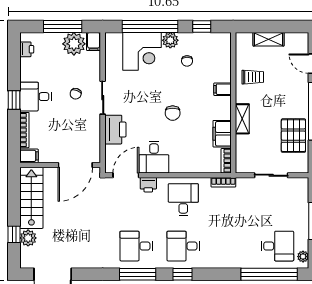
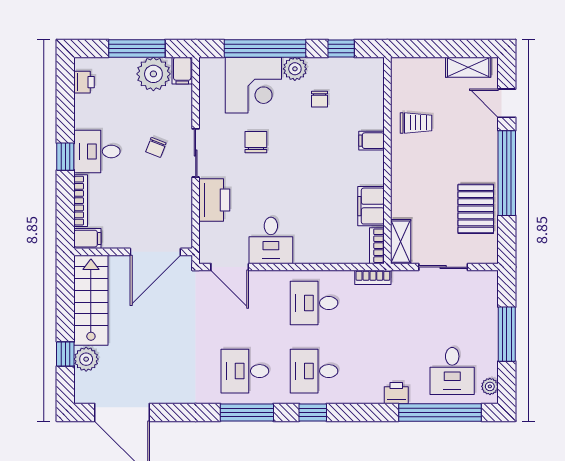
shelving: (269, 39) -> (468, 67), moved
chair: (173, 113) -> (256, 142), moved, turned 180
shelving: (242, 119) -> (401, 242), moved
door: (126, 175) -> (230, 267), swing flipped
printer: (148, 185) -> (396, 393), moved, turned 180
desk: (183, 200) -> (314, 303), turned -90
desk: (277, 246) -> (452, 371), turned 90

